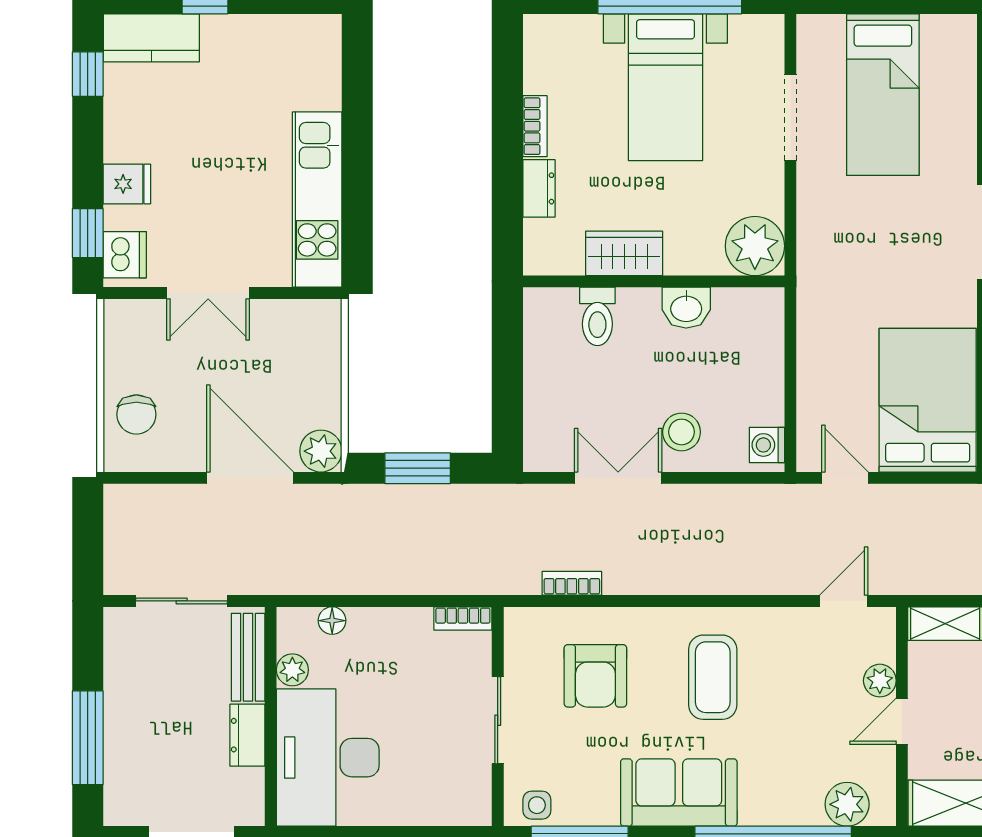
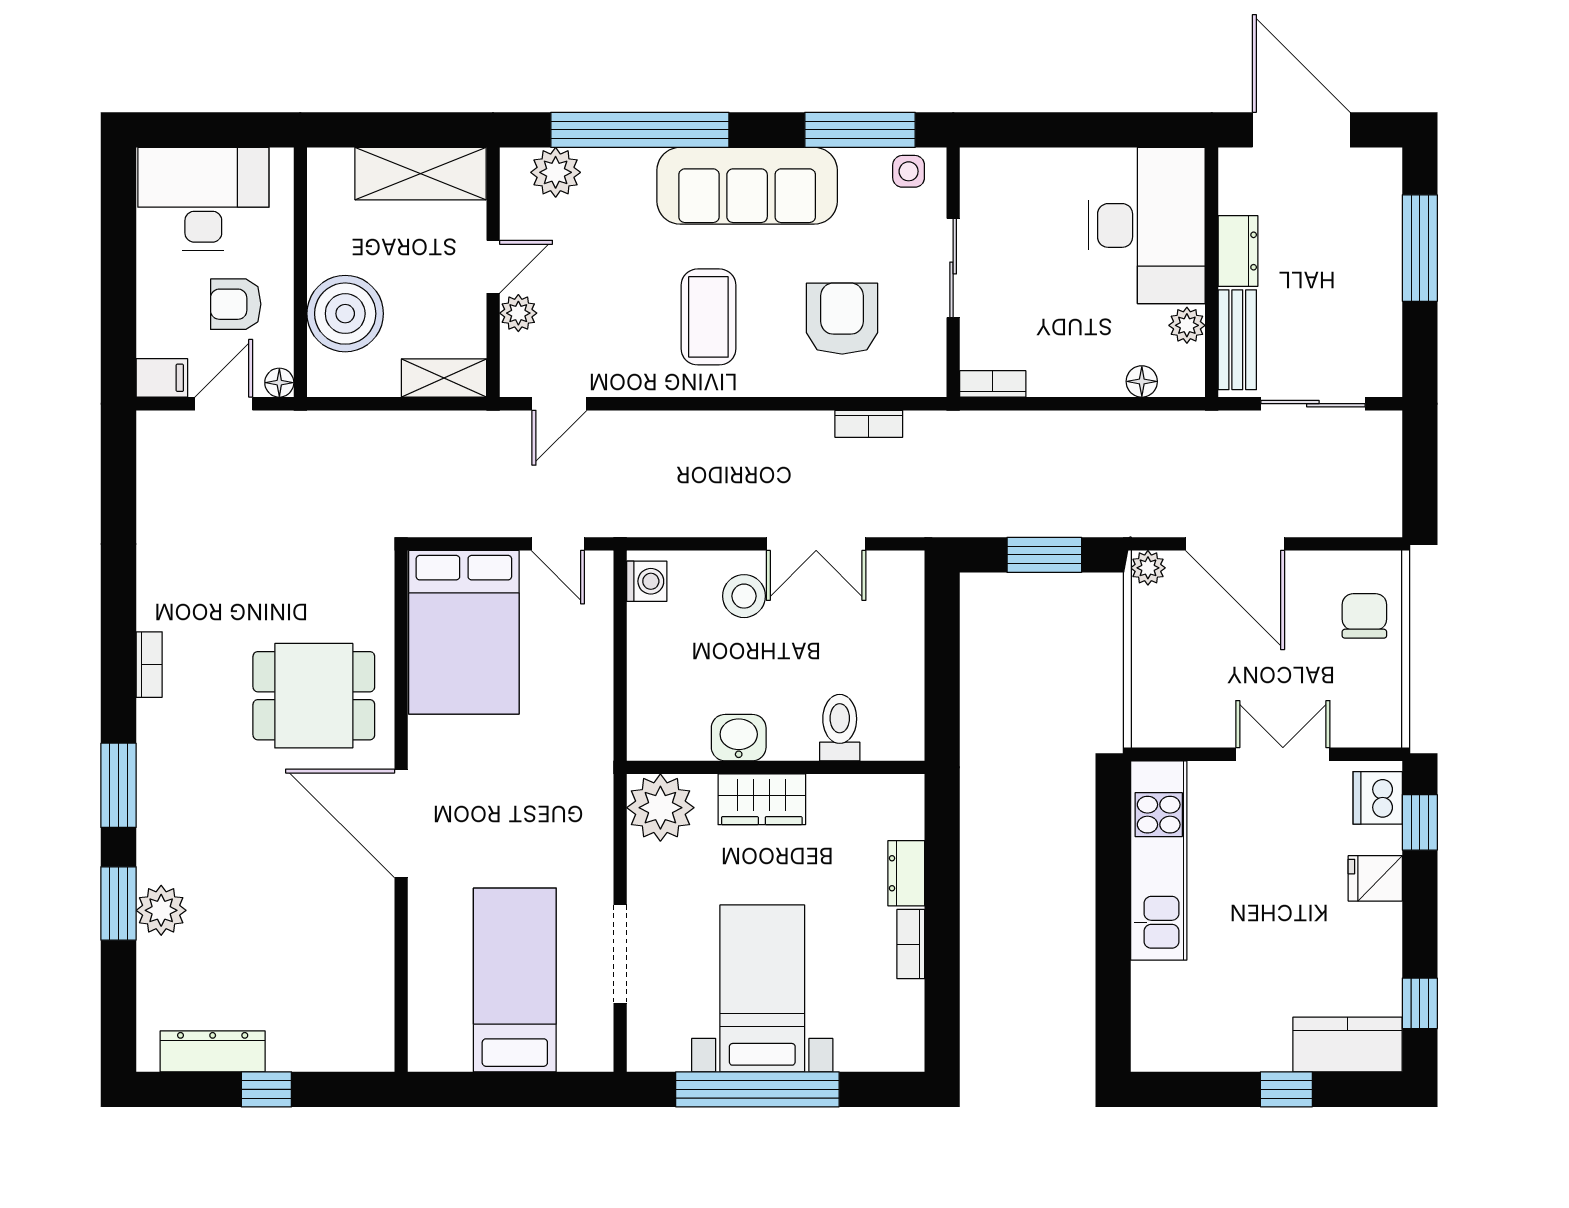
wardrobe: (624, 253) -> (762, 799), moved
plant: (321, 451) -> (1148, 568), width x0.73, depth x0.73
sofa: (679, 793) -> (747, 186), width x1.36

